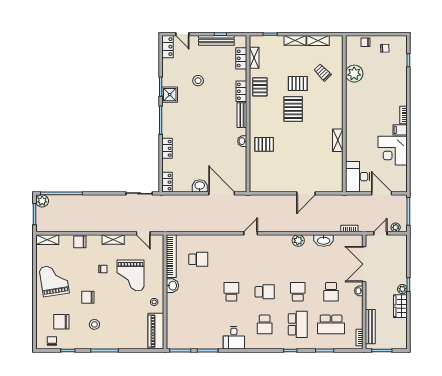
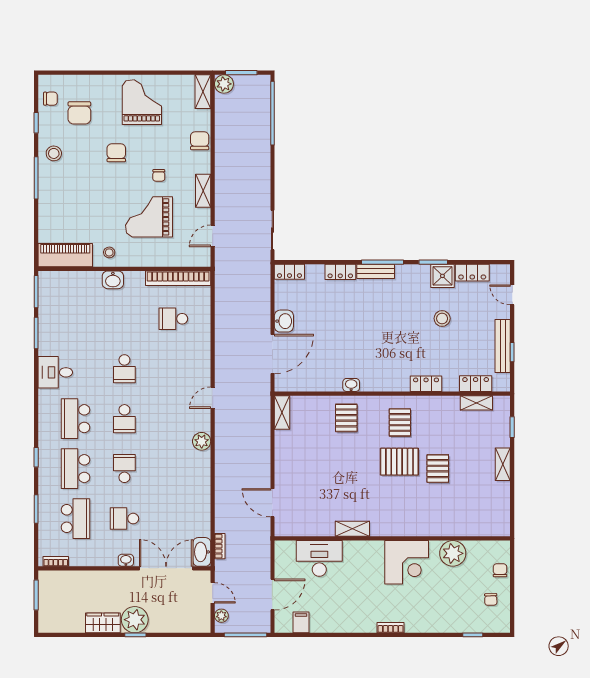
door: (182, 34) -> (512, 295), hinge flipped
shelving: (318, 40) -> (282, 413), moved
locker: (168, 47) -> (472, 273), moved
trolley: (323, 72) -> (454, 506), removed
pallet: (260, 87) -> (400, 422), moved, turned 90
shower: (170, 95) -> (442, 276), moved
bench: (242, 115) -> (376, 271), moved
filing cabinet: (400, 130) -> (301, 622), moved
corner desk: (393, 151) -> (407, 562), moved, turned 180
desk: (358, 177) -> (319, 558), moved
door: (306, 193) -> (272, 503), moved
plant: (42, 201) -> (224, 84), moved
door: (251, 233) -> (213, 398), swing flipped
washbasin: (324, 240) -> (202, 552), moved
plant: (298, 241) -> (202, 441), moved
school desk: (198, 259) -> (173, 319), turned 90
grand piano: (54, 280) -> (142, 102), turned -81
washbasin: (172, 286) -> (113, 280), moved
plant: (402, 289) -> (135, 620), width x1.87, depth x1.87
school desk: (231, 292) -> (124, 369), turned 90
school desk: (298, 292) -> (124, 469), turned -90
chair: (61, 322) -> (79, 113), turned 180
stool: (94, 324) -> (54, 153), moved
school desk: (265, 324) -> (75, 419), width x1.85
school desk: (298, 324) -> (75, 469), turned 90
school desk: (331, 324) -> (75, 519), turned 180
bench: (370, 327) -> (72, 578), removed

